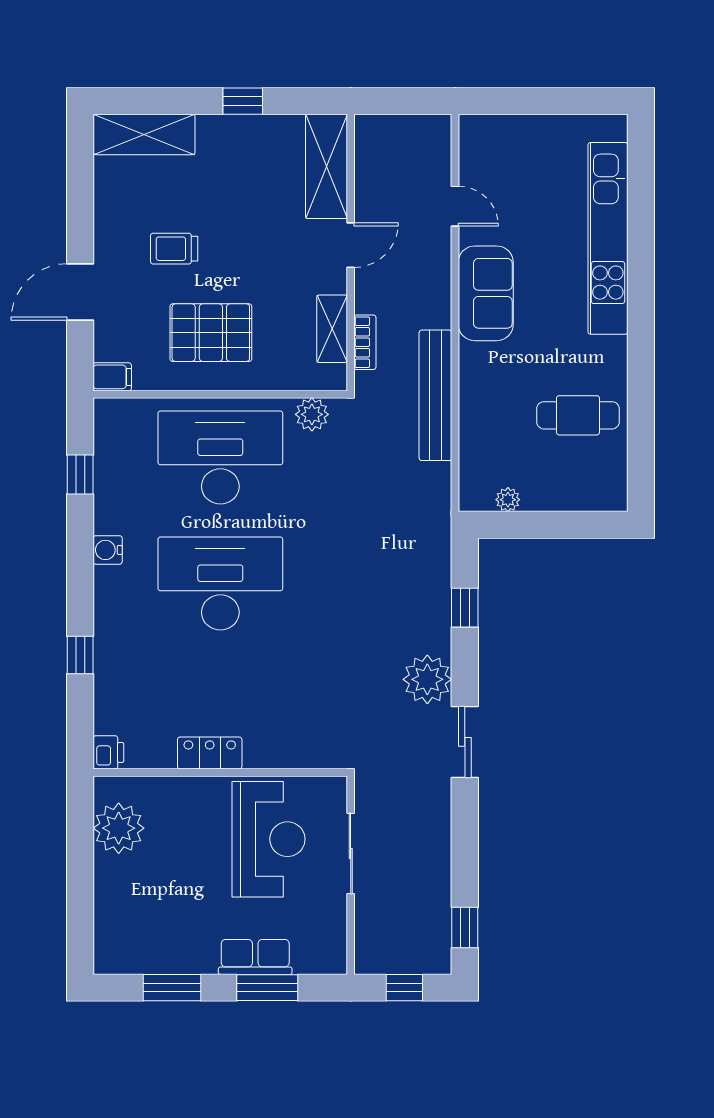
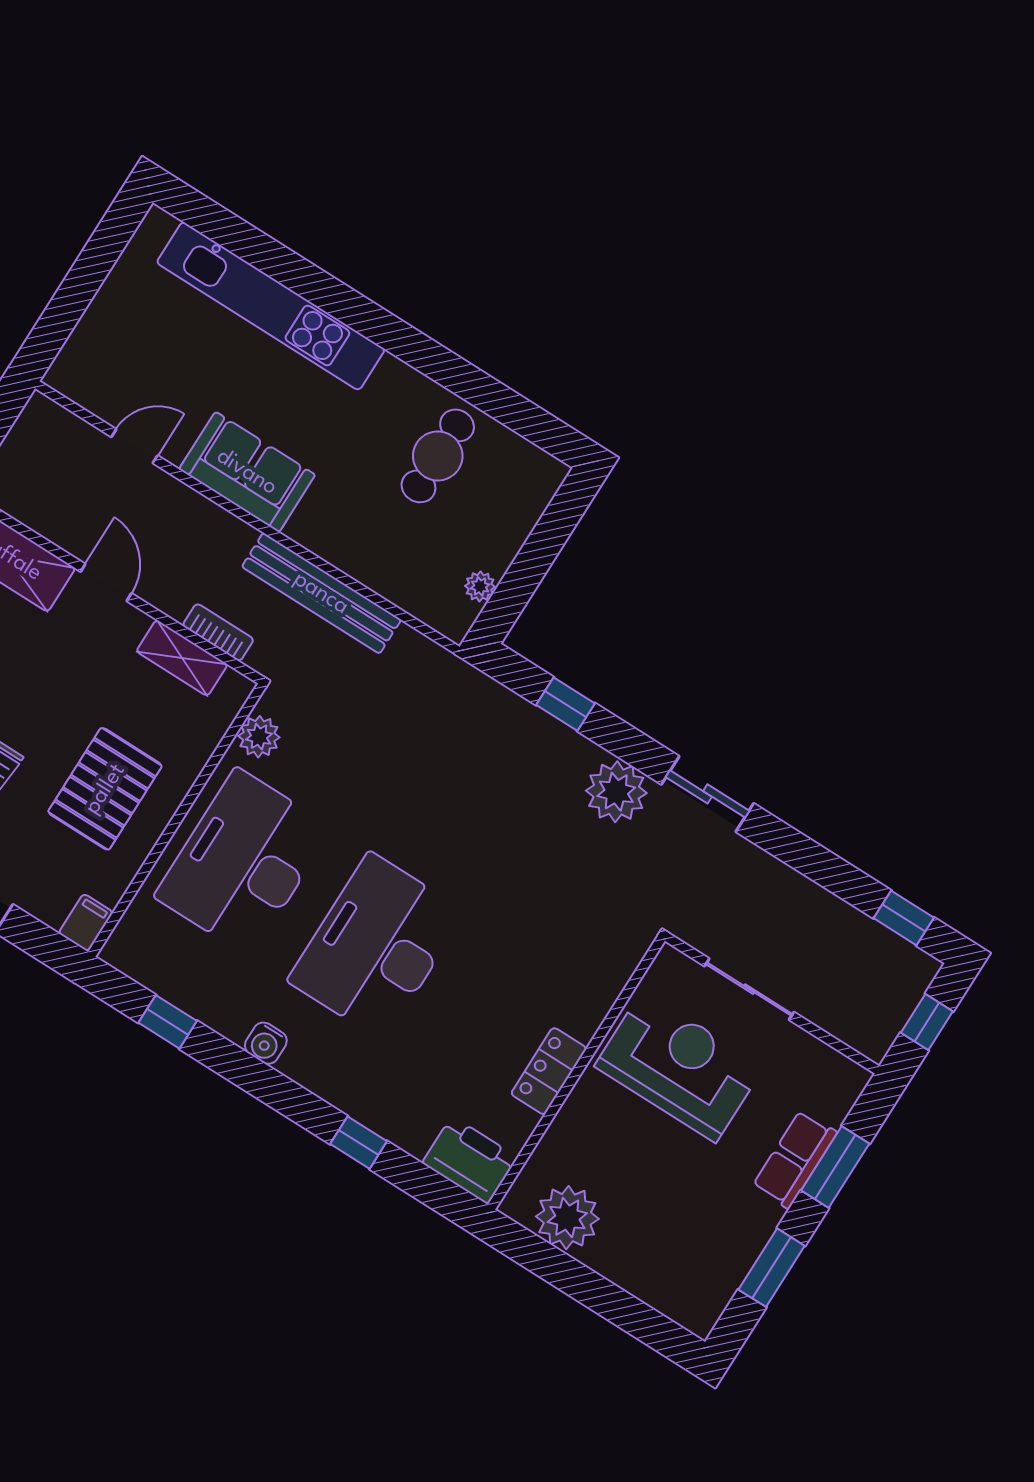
printer: (108, 752) -> (470, 1160), width x1.87, depth x1.48

